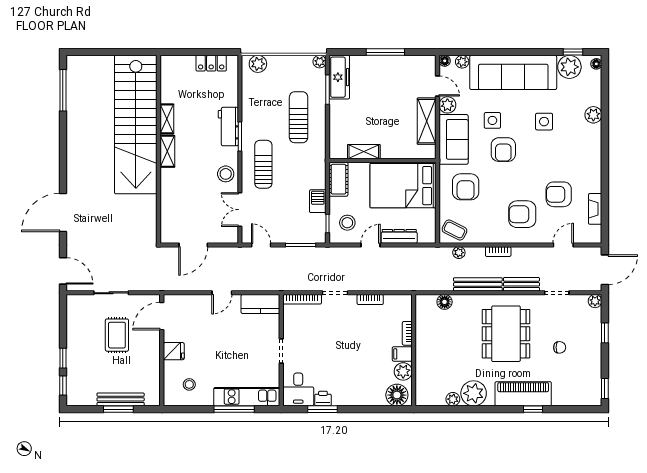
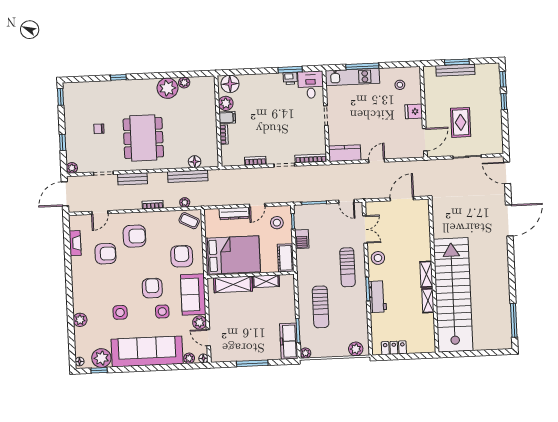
shelving: (427, 121) -> (233, 284), moved, turned 90
bench: (478, 284) -> (188, 176), moved
piano: (523, 394) -> (127, 90), removed

